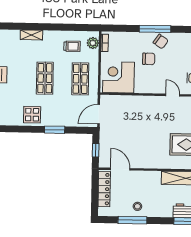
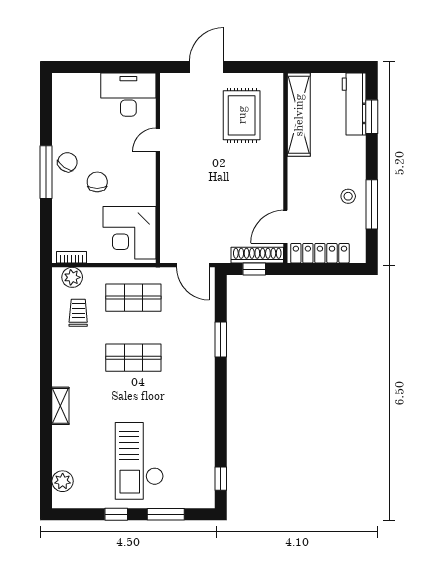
shelving: (31, 35) -> (60, 406), moved
display table: (32, 115) -> (196, 378), removed
shoe rack: (104, 152) -> (257, 255), added

